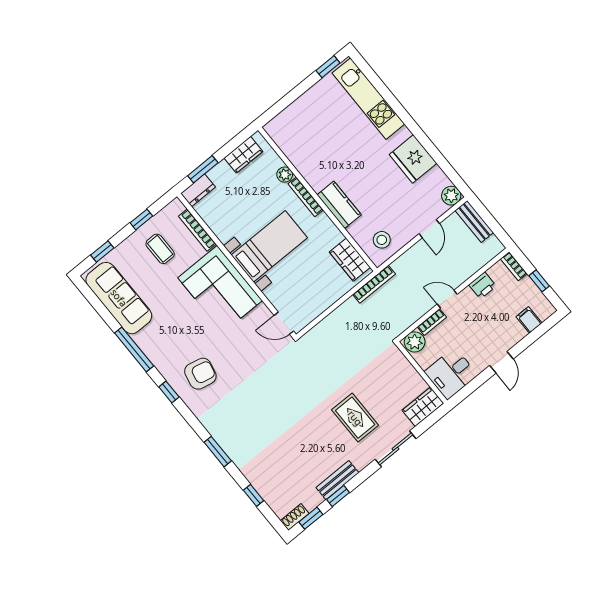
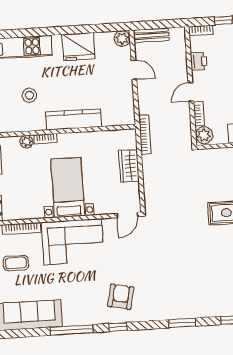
bookcase: (306, 197) -> (45, 139), width x0.64
kitchen counter: (339, 205) -> (74, 119), width x1.50
stool: (382, 240) -> (29, 95), moved
wardrobe: (350, 260) -> (129, 166), moved, turned 90

